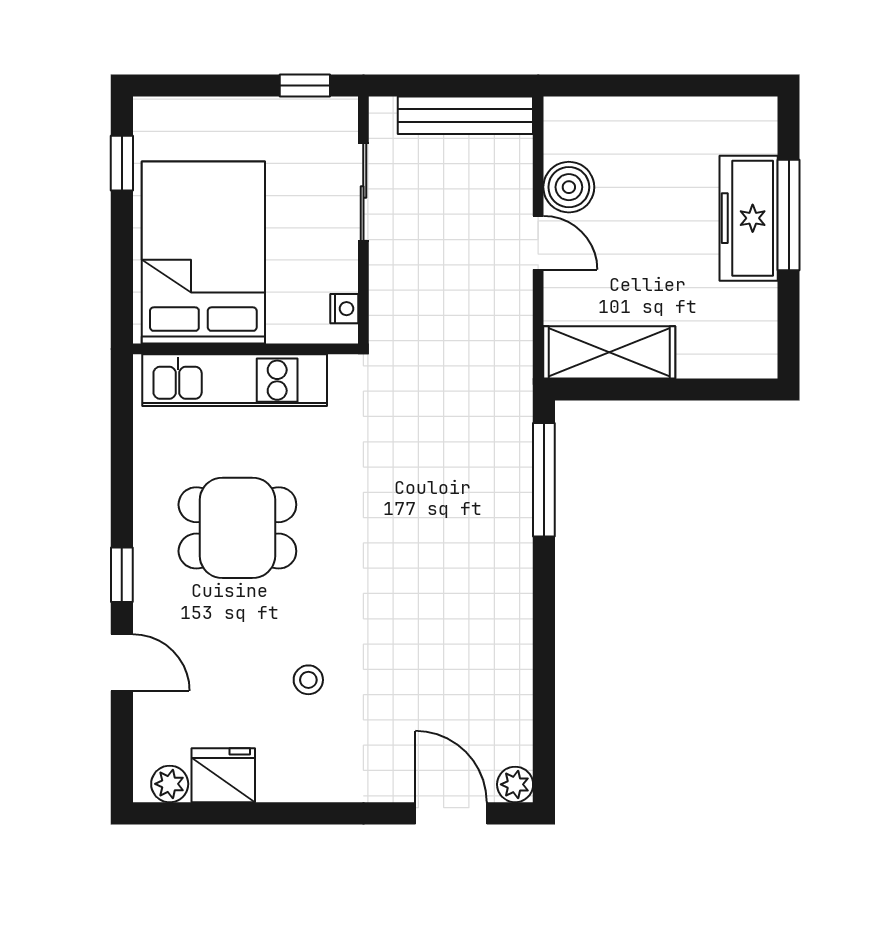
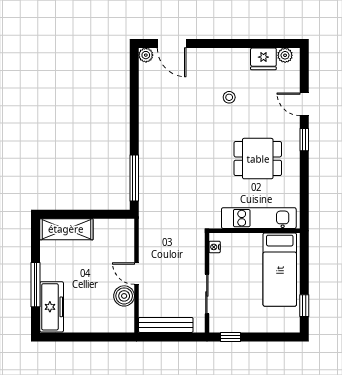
freezer: (749, 218) -> (52, 307), moved
bed: (203, 253) -> (280, 270), width x0.67
shelving: (609, 352) -> (66, 229), moved

